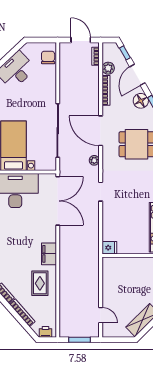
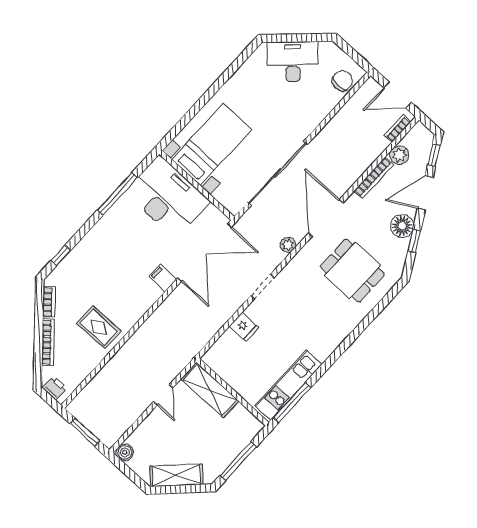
door: (81, 40) -> (397, 95), swing flipped
fridge: (109, 248) -> (244, 327), moved
filing cabinet: (49, 254) -> (163, 278), moved, width x0.50
shelving: (121, 264) -> (210, 390), added
rug: (40, 283) -> (99, 327), turned 90
door: (101, 315) -> (163, 395), moved
boiler: (108, 332) -> (125, 452), added

